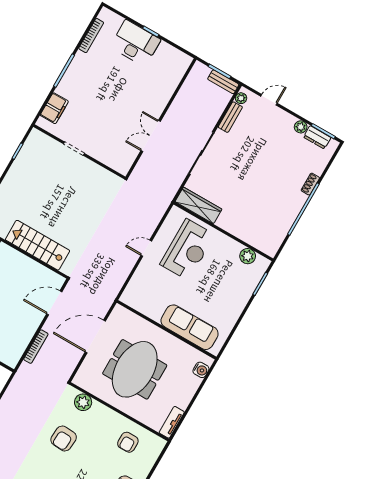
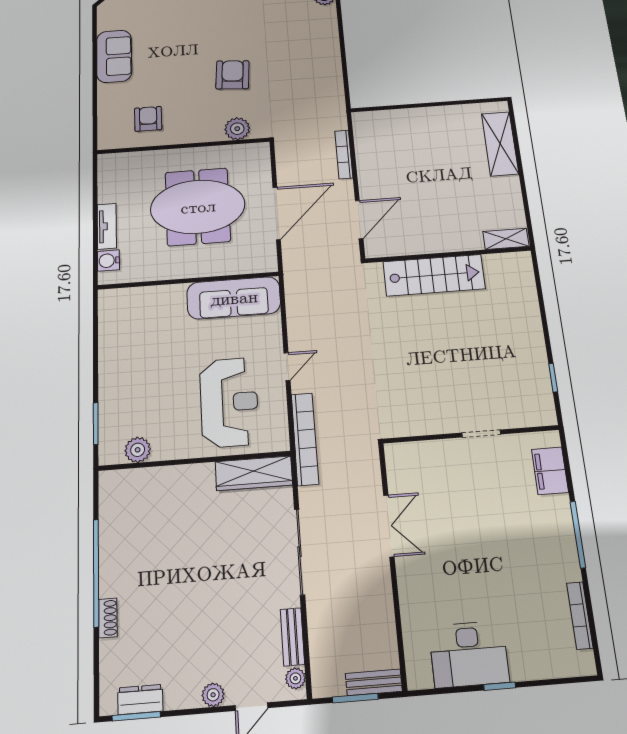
desk: (135, 43) -> (469, 654), moved
bench: (223, 82) -> (374, 682), moved
plant: (301, 127) -> (213, 695), moved
bookcase: (162, 205) -> (305, 439), added
reception desk: (187, 250) -> (229, 402), turned 180
sofa: (190, 327) -> (234, 298), moved
meeting table: (135, 369) -> (198, 207), turned 90
tv unit: (172, 422) -> (107, 226), moved

